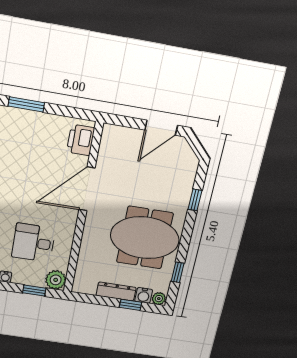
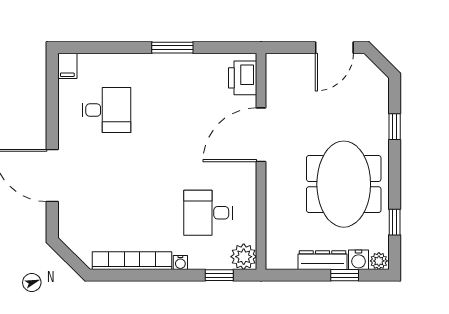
meeting table: (145, 238) -> (344, 184), turned 90

